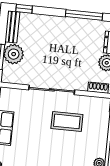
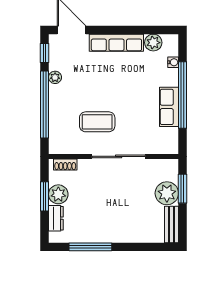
window: (24, 9) -> (160, 247), removed

